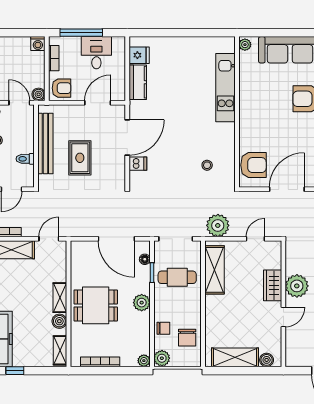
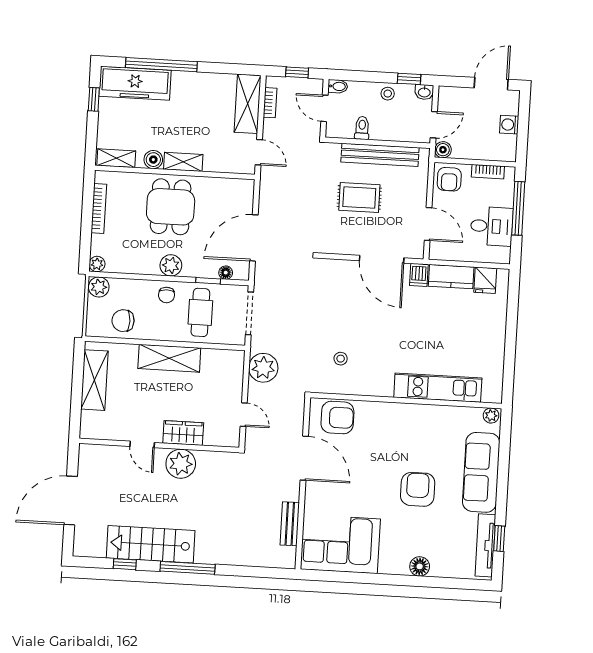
washing machine: (38, 44) -> (509, 125), moved
dishwasher: (138, 164) -> (419, 275), moved
armchair: (253, 165) -> (337, 418), turned -90
shelving: (215, 270) -> (169, 358), moved
chair: (163, 328) -> (167, 295), moved
boiler: (267, 360) -> (89, 420), removed

